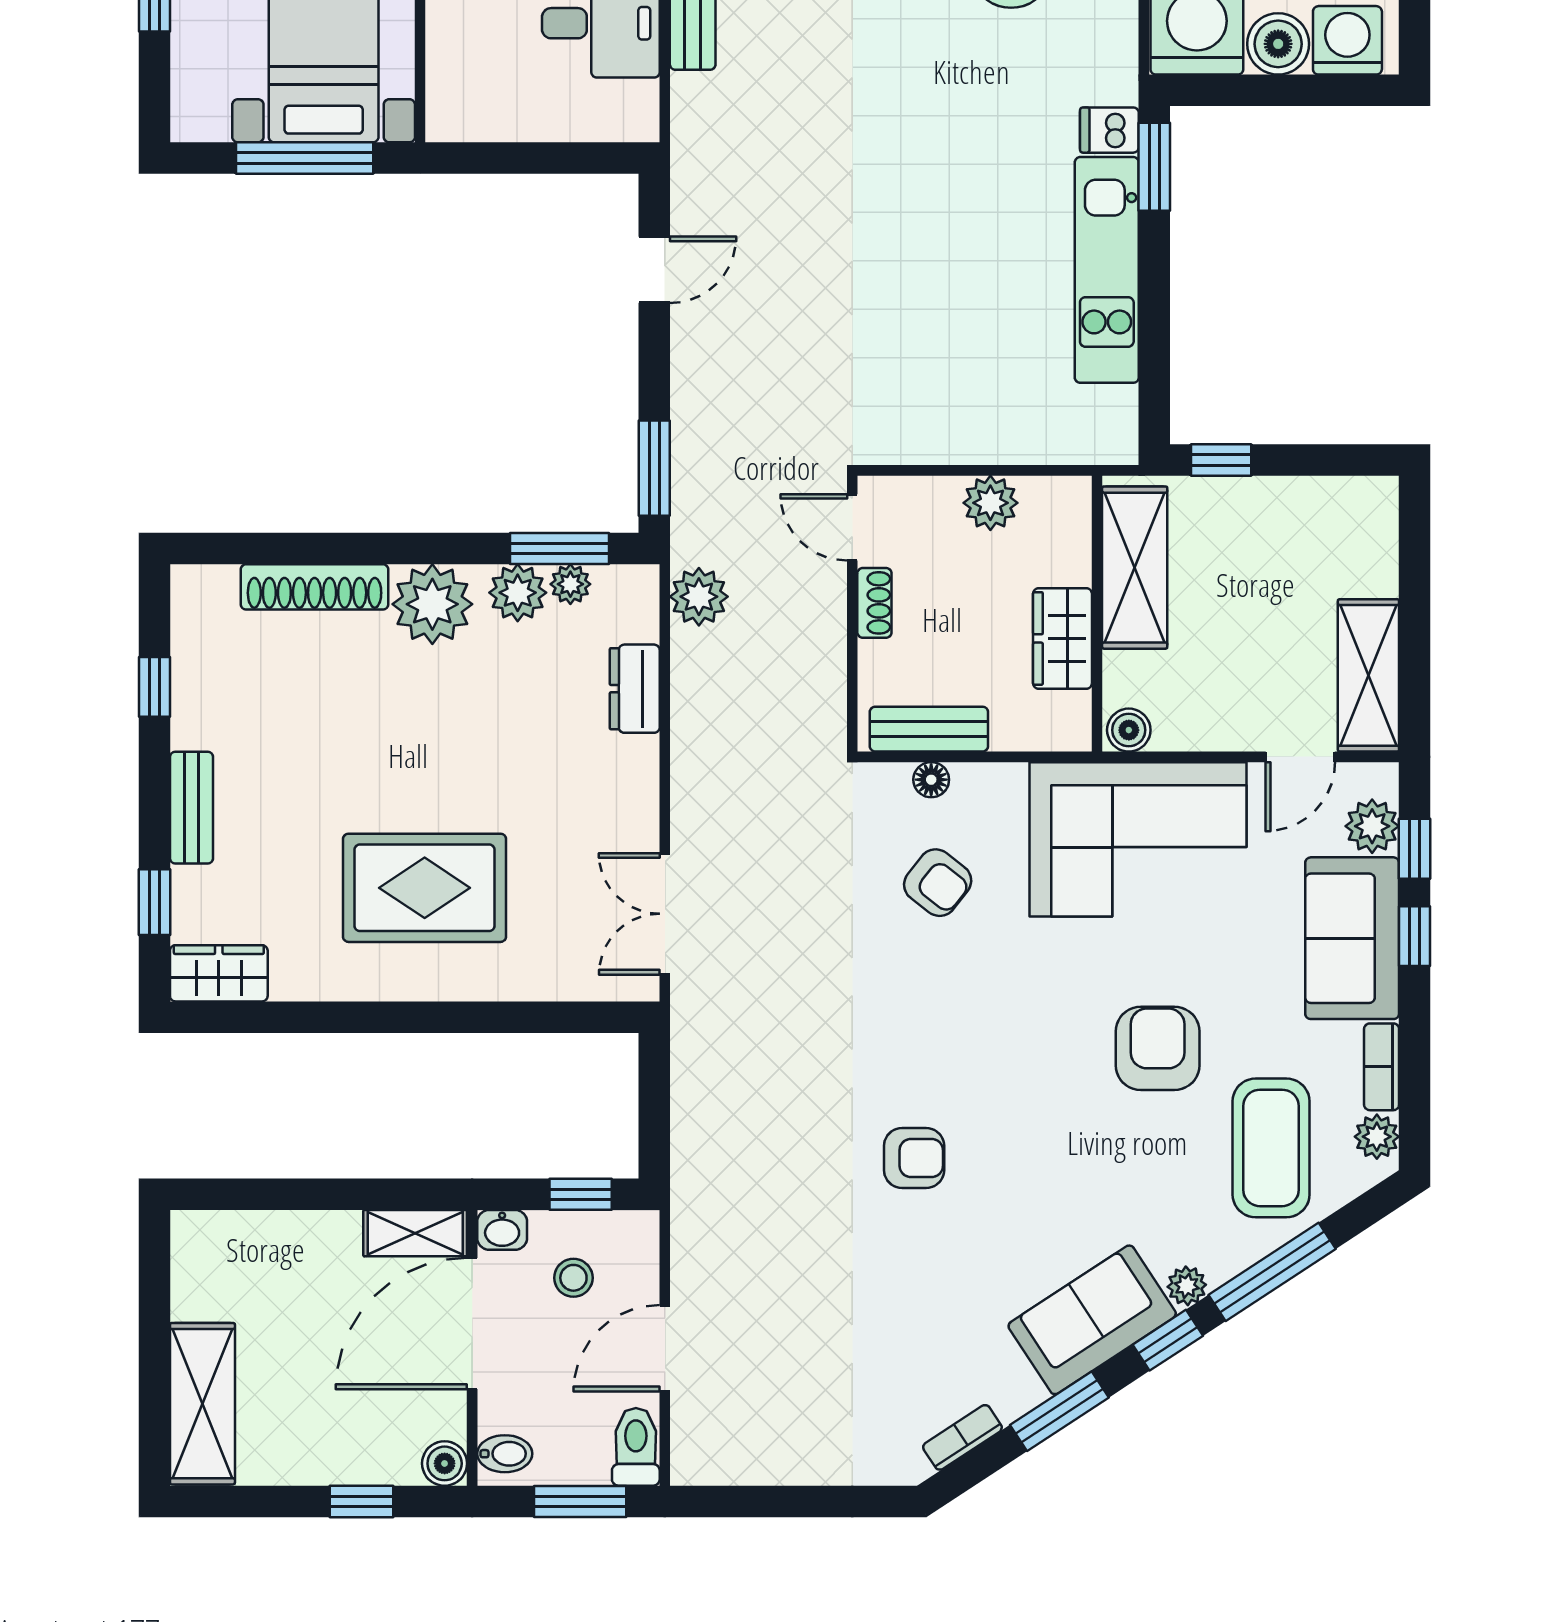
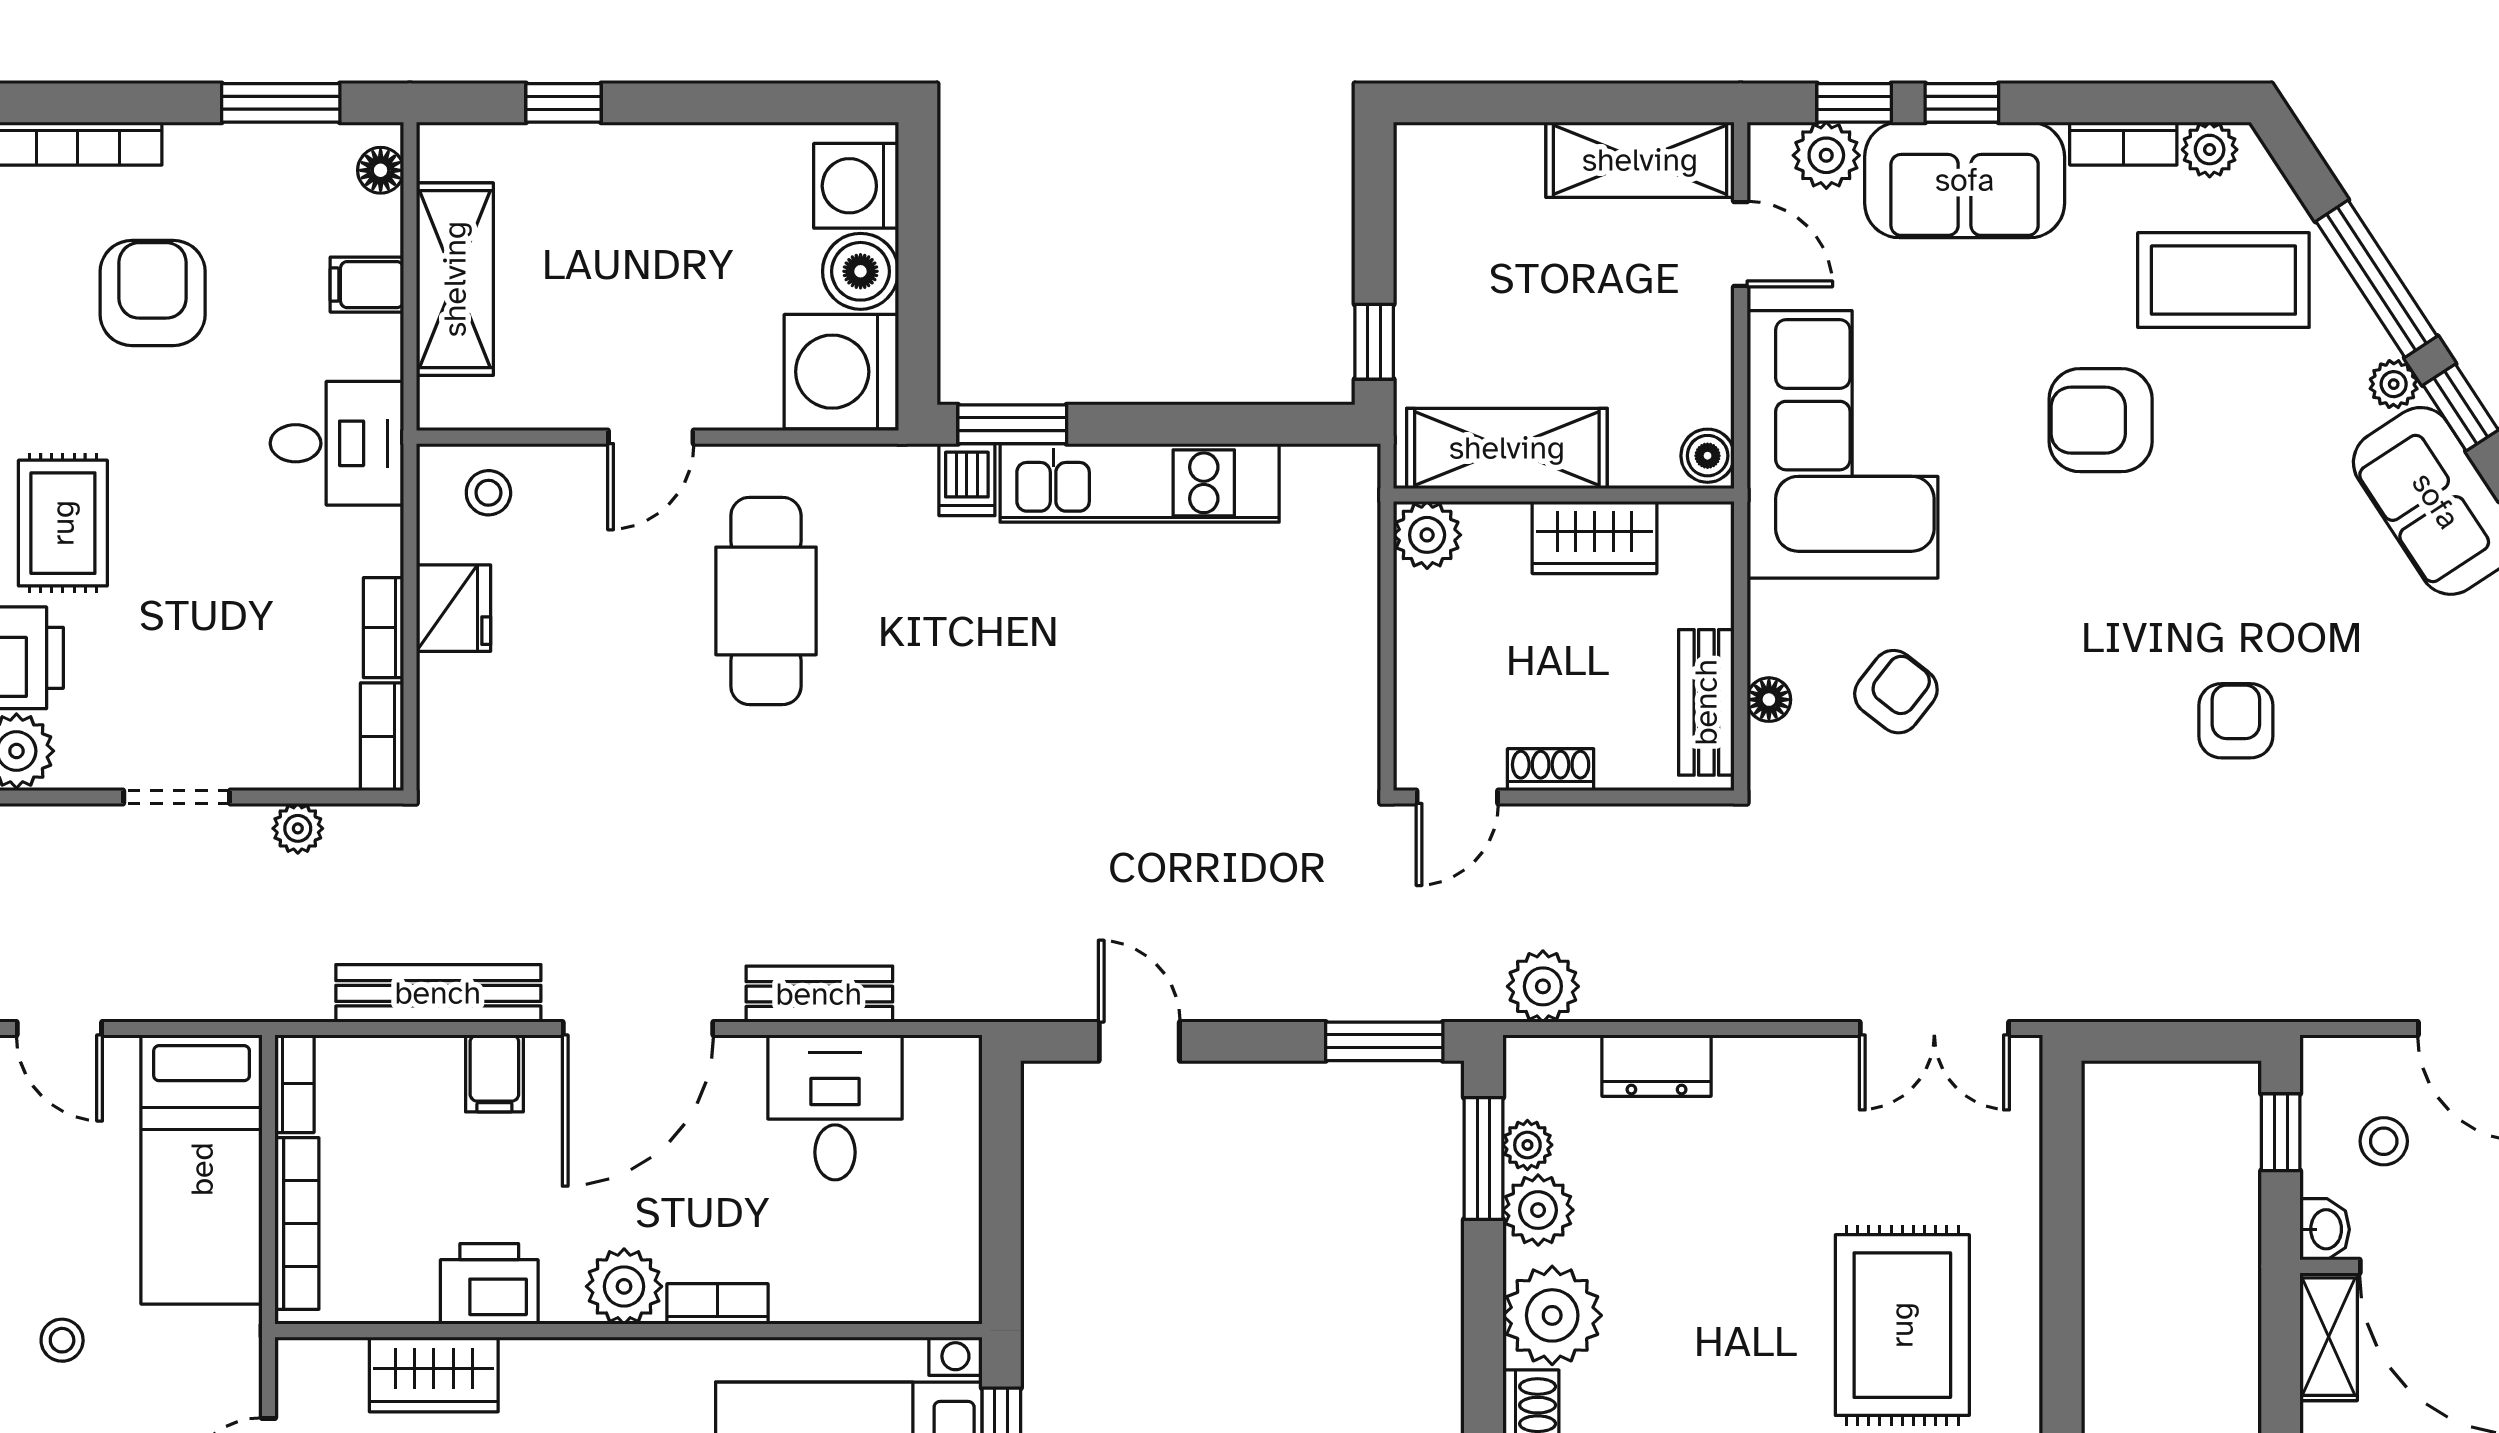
plant: (990, 503) -> (1427, 535), moved

